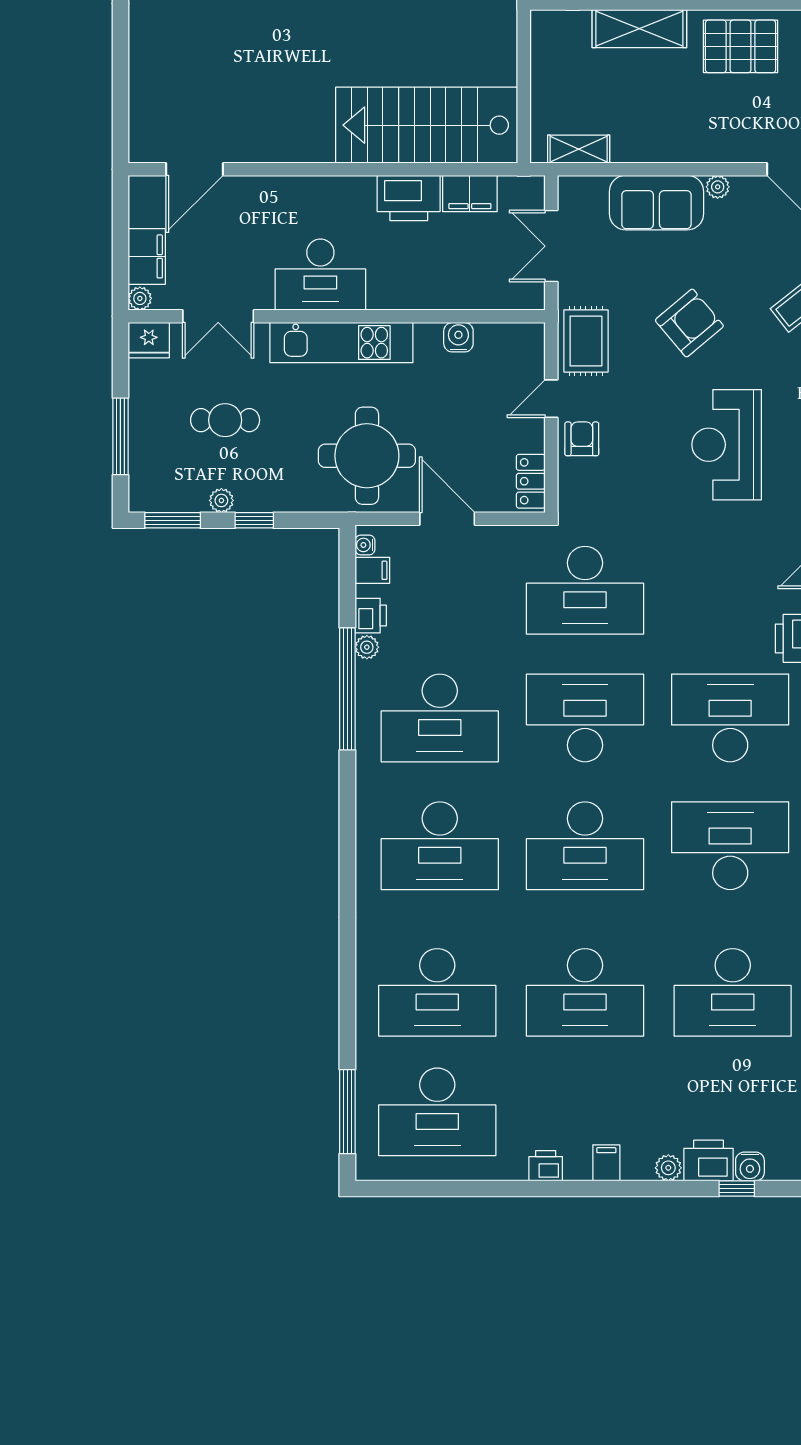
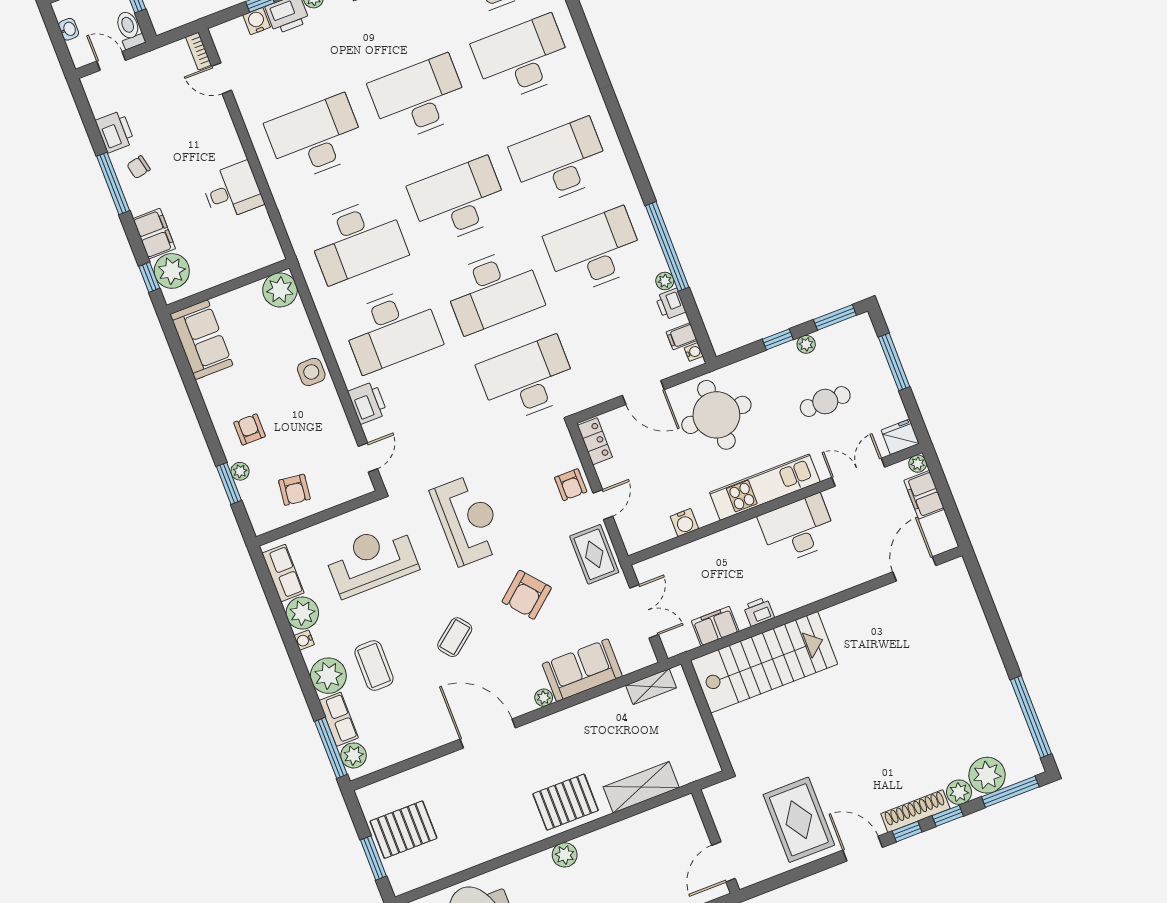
printer: (409, 198) -> (759, 612), width x0.53, depth x0.68

